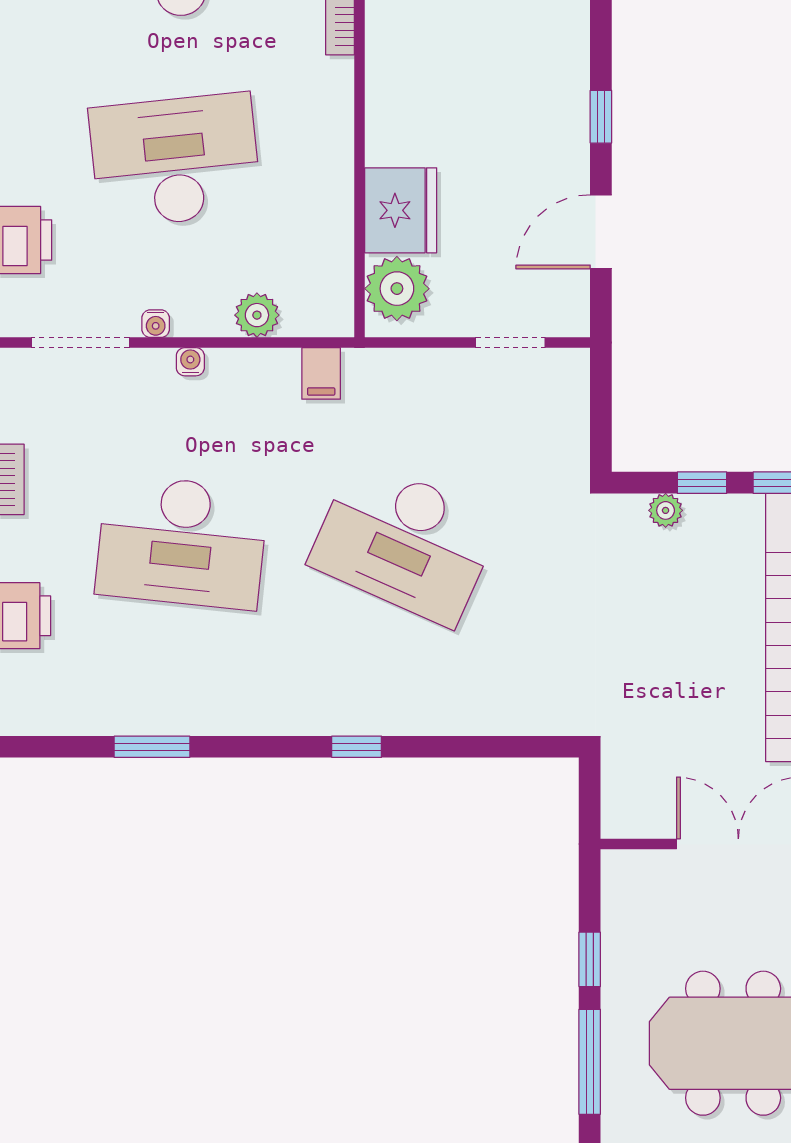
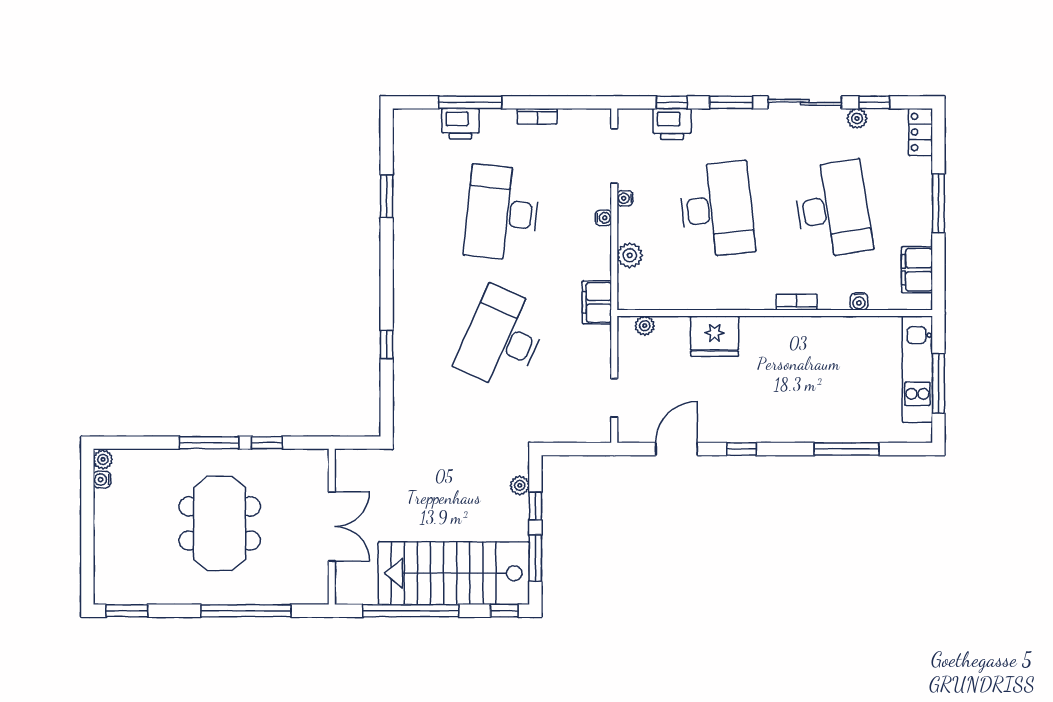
fridge: (401, 210) -> (715, 336), moved
door: (601, 232) -> (677, 449), hinge flipped
plant: (397, 289) -> (645, 326), width x0.53, depth x0.53
filing cabinet: (321, 373) -> (597, 302), width x2.00
window: (357, 747) -> (387, 344), moved

